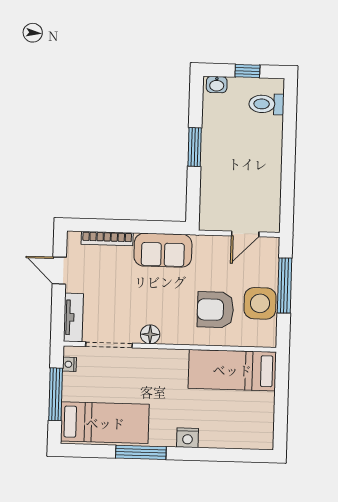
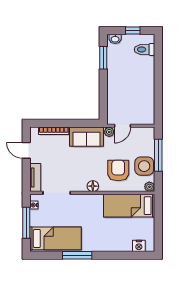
window: (195, 147) -> (103, 58), moved
door: (245, 234) -> (123, 126), moved
plant: (202, 243) -> (109, 132), added
armchair: (215, 310) -> (118, 171), turned 90
floor lamp: (150, 334) -> (93, 186), moved
plant: (268, 339) -> (149, 187), added
nightstand: (188, 438) -> (139, 246), moved

